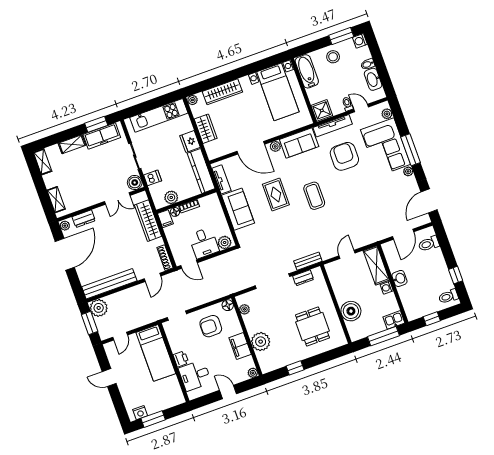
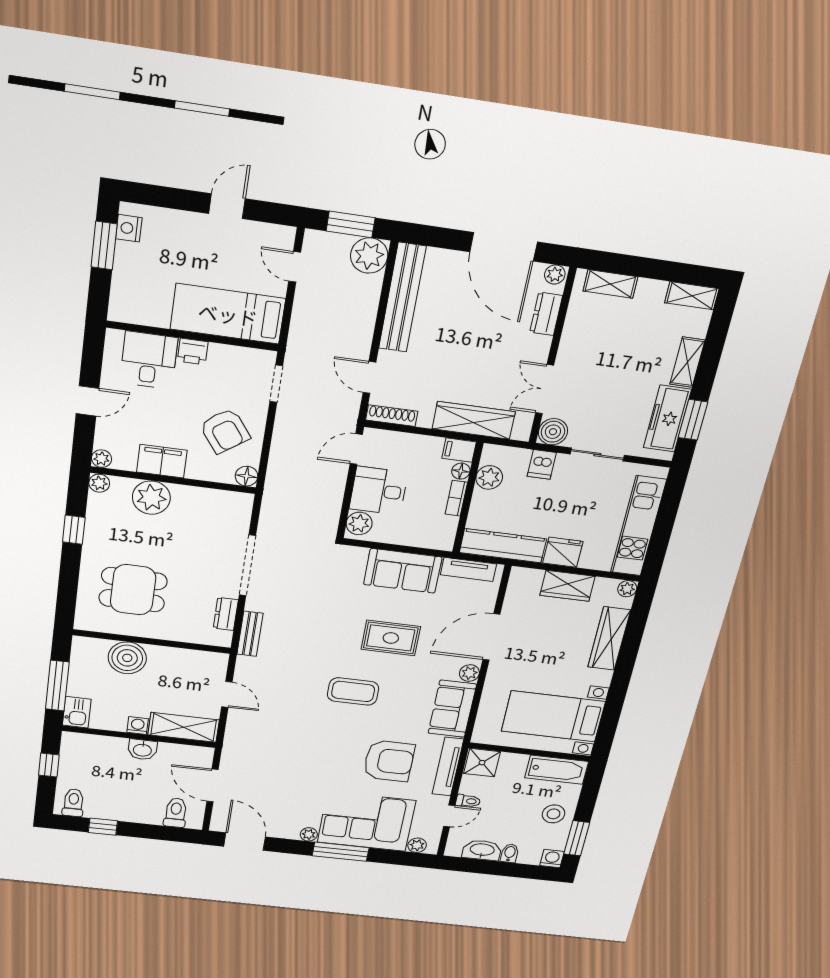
plant: (244, 309) -> (99, 483), moved
armchair: (211, 326) -> (225, 431), turned 144

